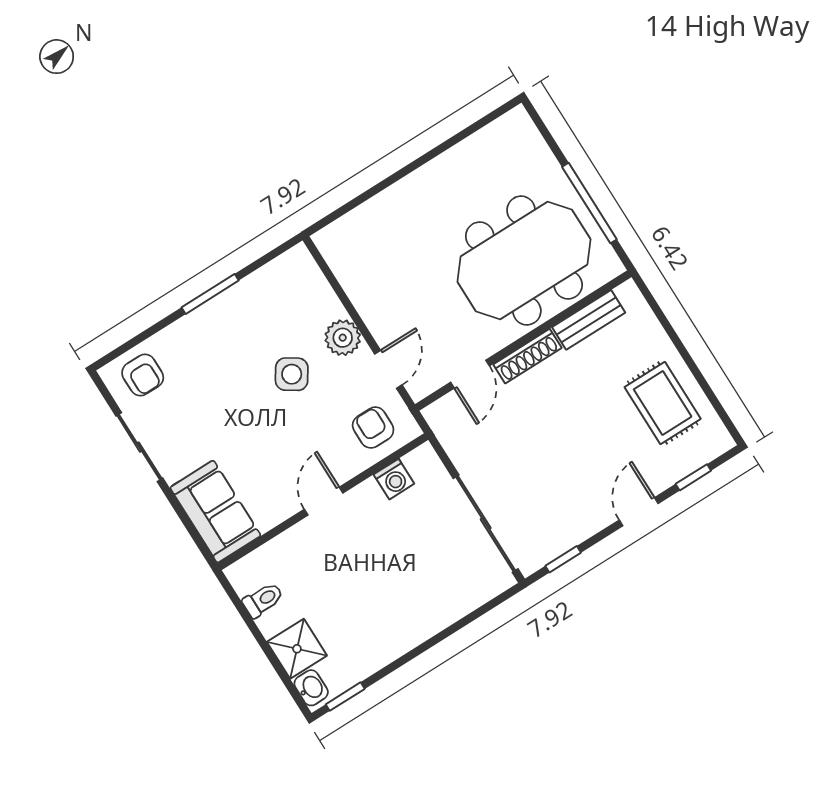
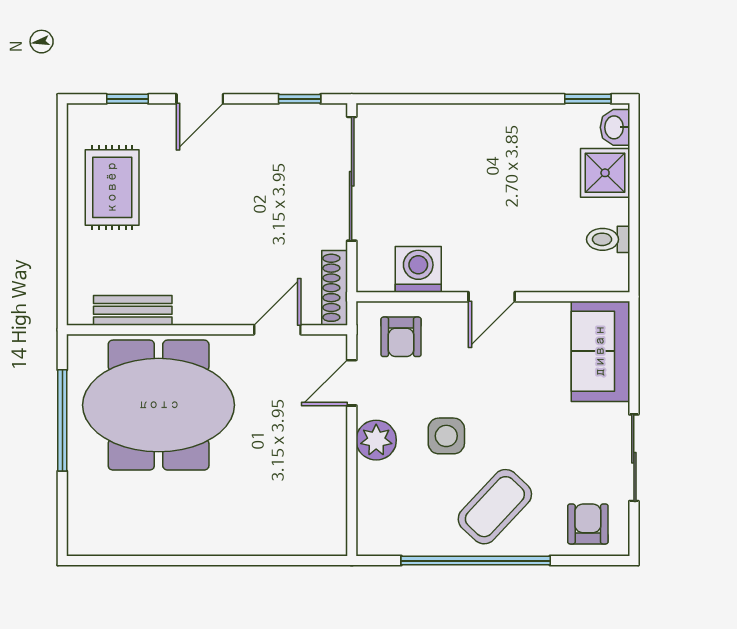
window: (210, 294) -> (476, 561), width x2.11
coffee table: (221, 344) -> (495, 507), added
shoe rack: (527, 356) -> (335, 288), moved, turned -90
side table: (292, 374) -> (446, 436), turned -33
washing machine: (394, 479) -> (418, 269), width x1.38, depth x1.38

